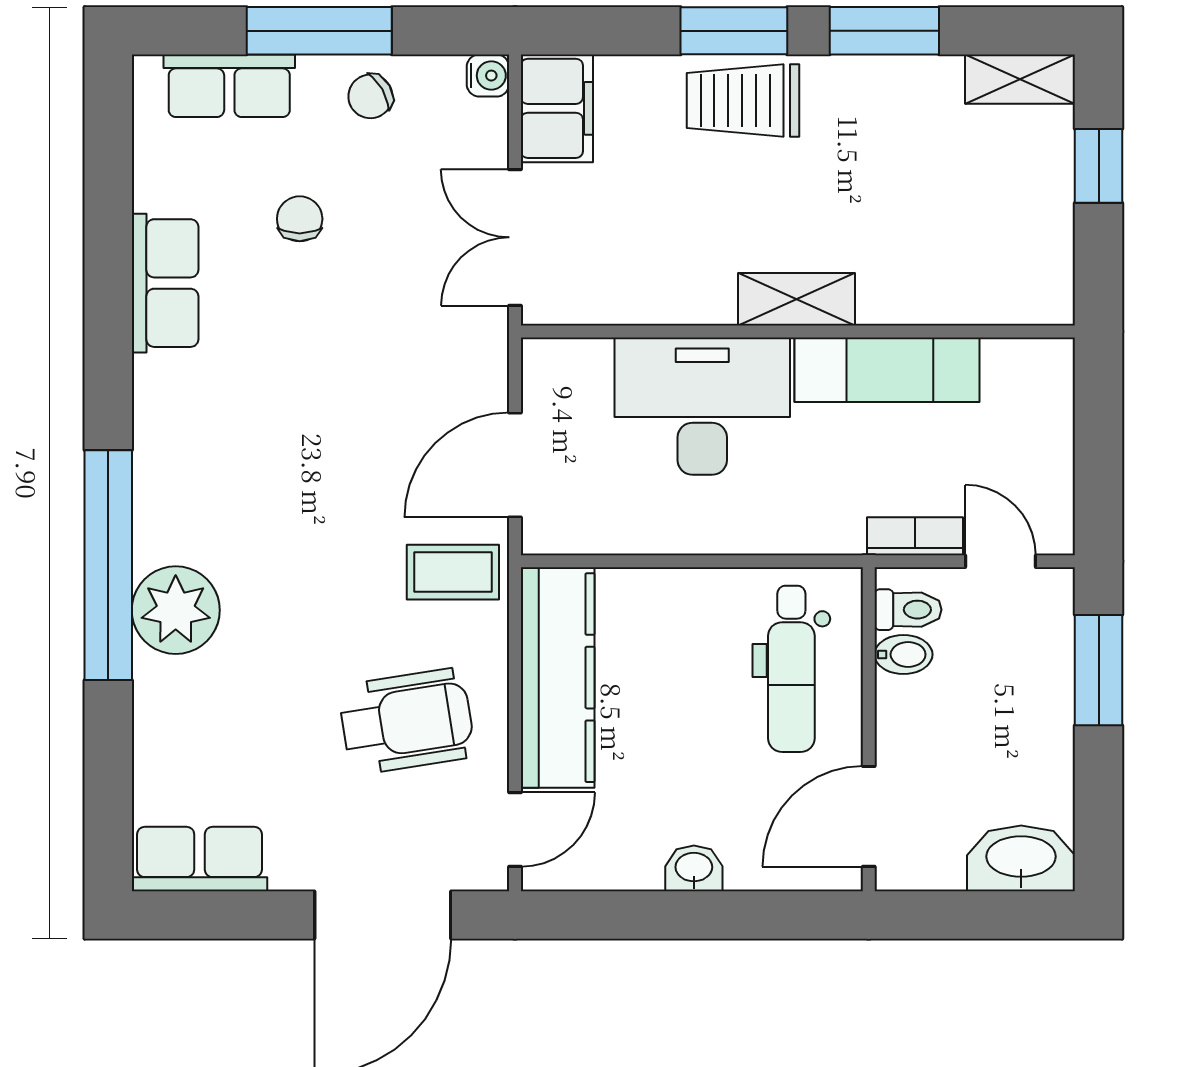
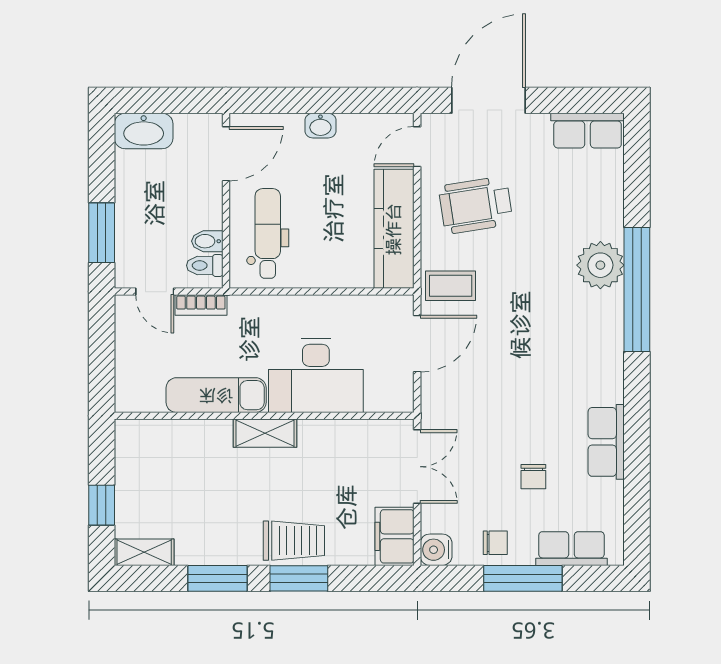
water cooler: (488, 76) -> (436, 550), width x1.38, depth x1.38
chair: (370, 96) -> (495, 543), turned 30

